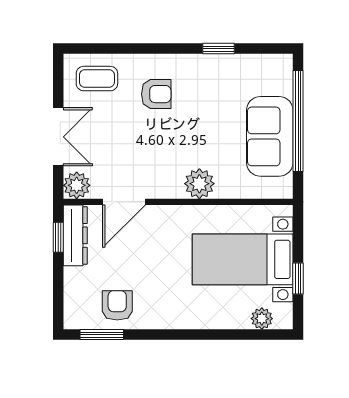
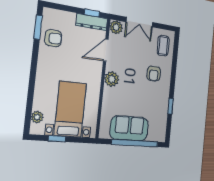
plant: (199, 184) -> (112, 79), moved
door: (124, 202) -> (106, 50), hinge flipped

